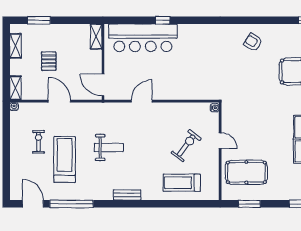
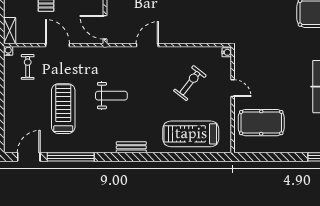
exercise bike: (38, 142) -> (28, 67), moved
exercise bike: (186, 146) -> (190, 83), moved
treadmill: (182, 183) -> (191, 134), width x1.37, depth x1.38
door: (33, 204) -> (29, 157), hinge flipped
window: (249, 204) -> (264, 157), removed

